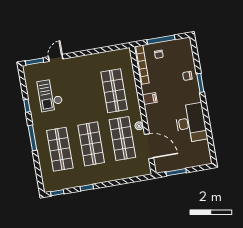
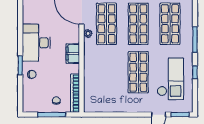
shop shelf: (114, 91) -> (138, 72), moved
checkout: (50, 95) -> (170, 79), width x1.36, depth x1.21
filing cabinet: (150, 98) -> (73, 54), width x2.00
desk: (191, 123) -> (36, 43), moved

